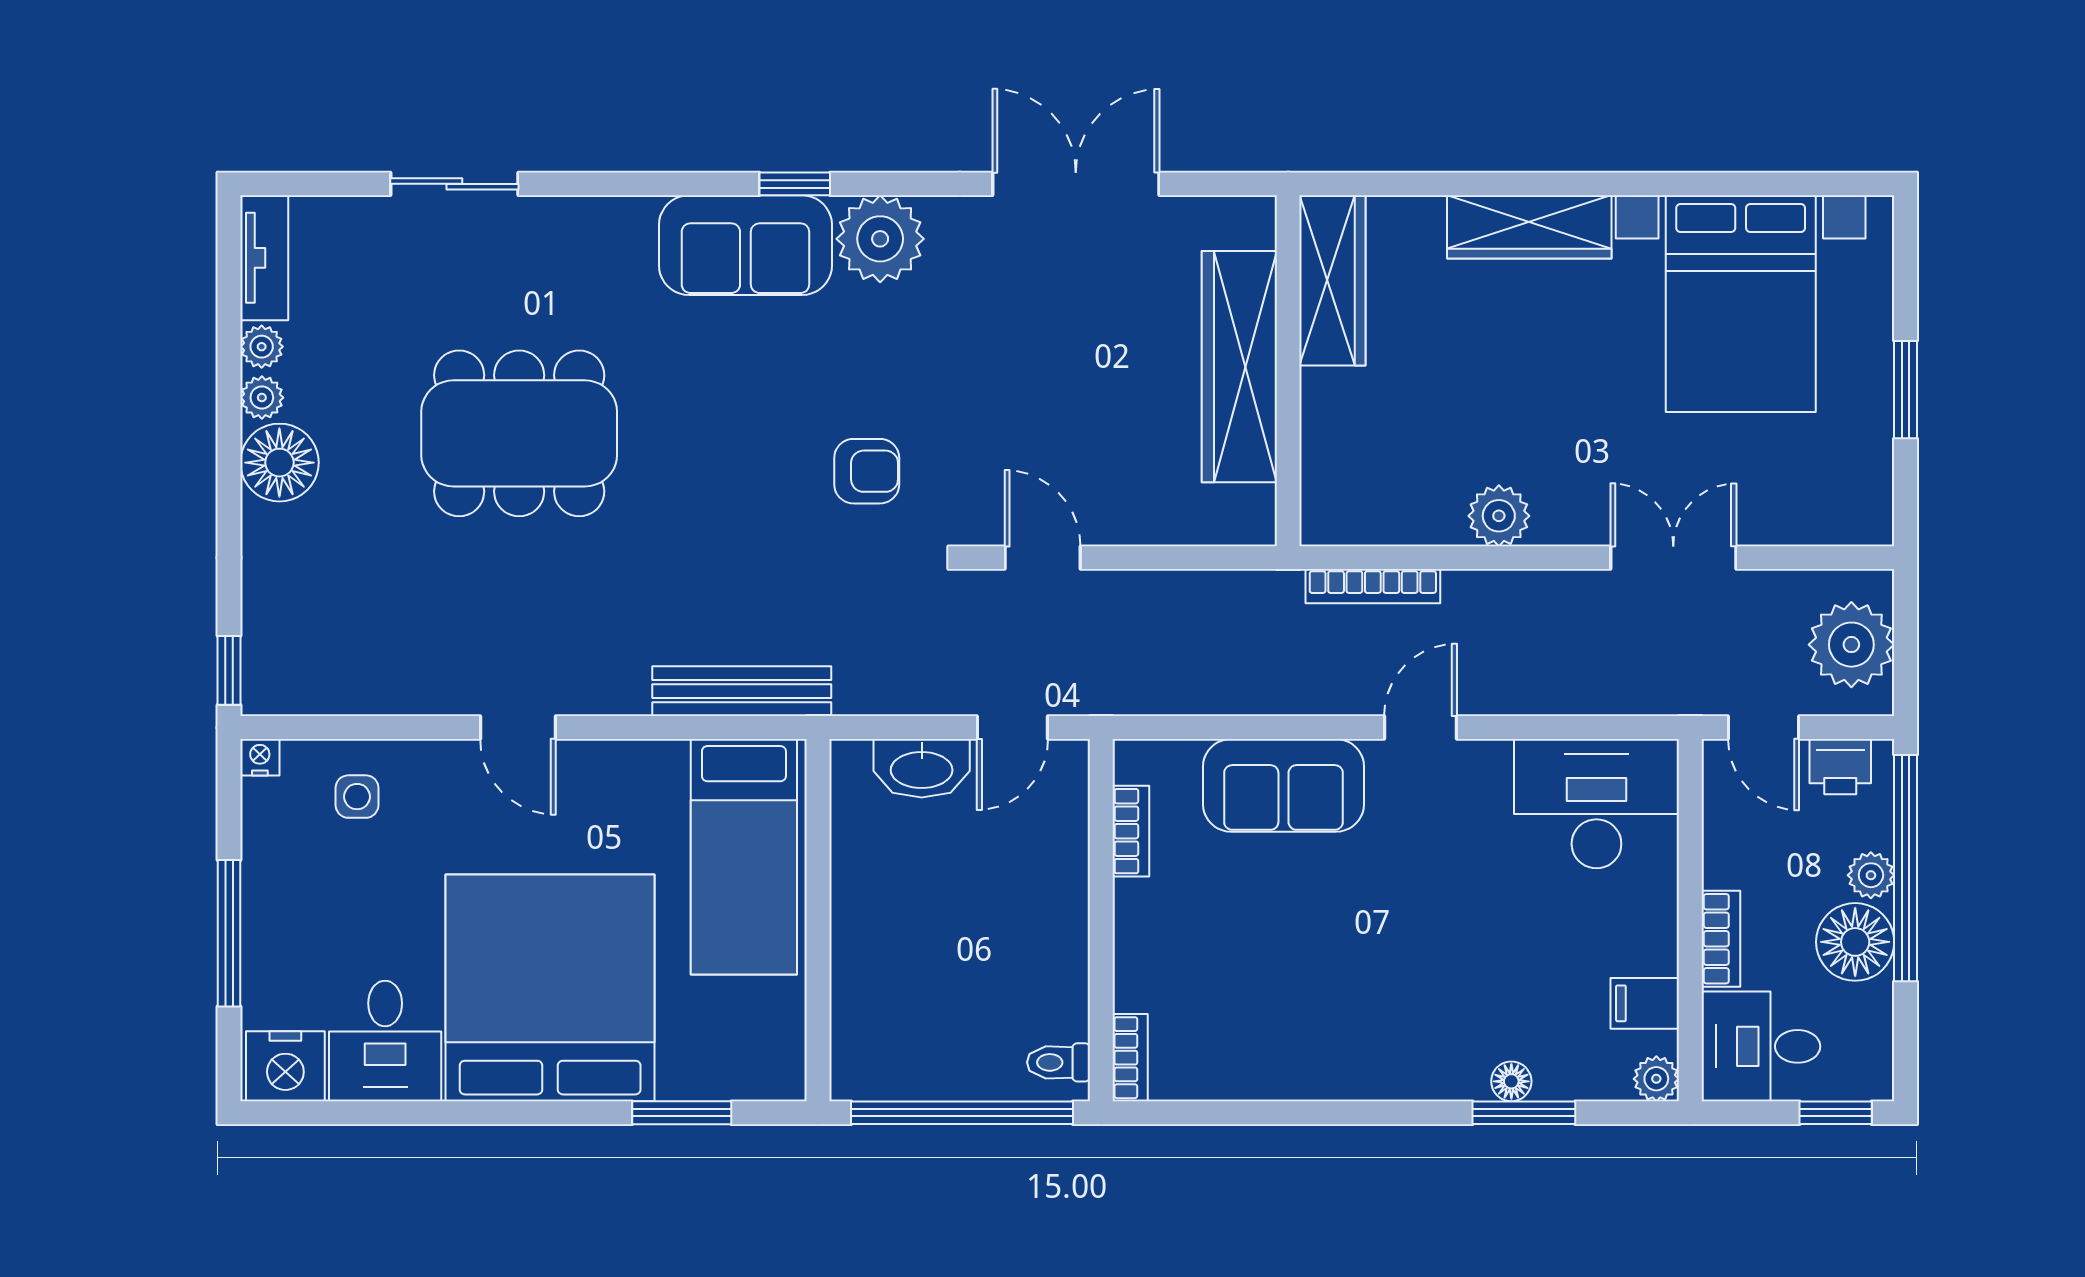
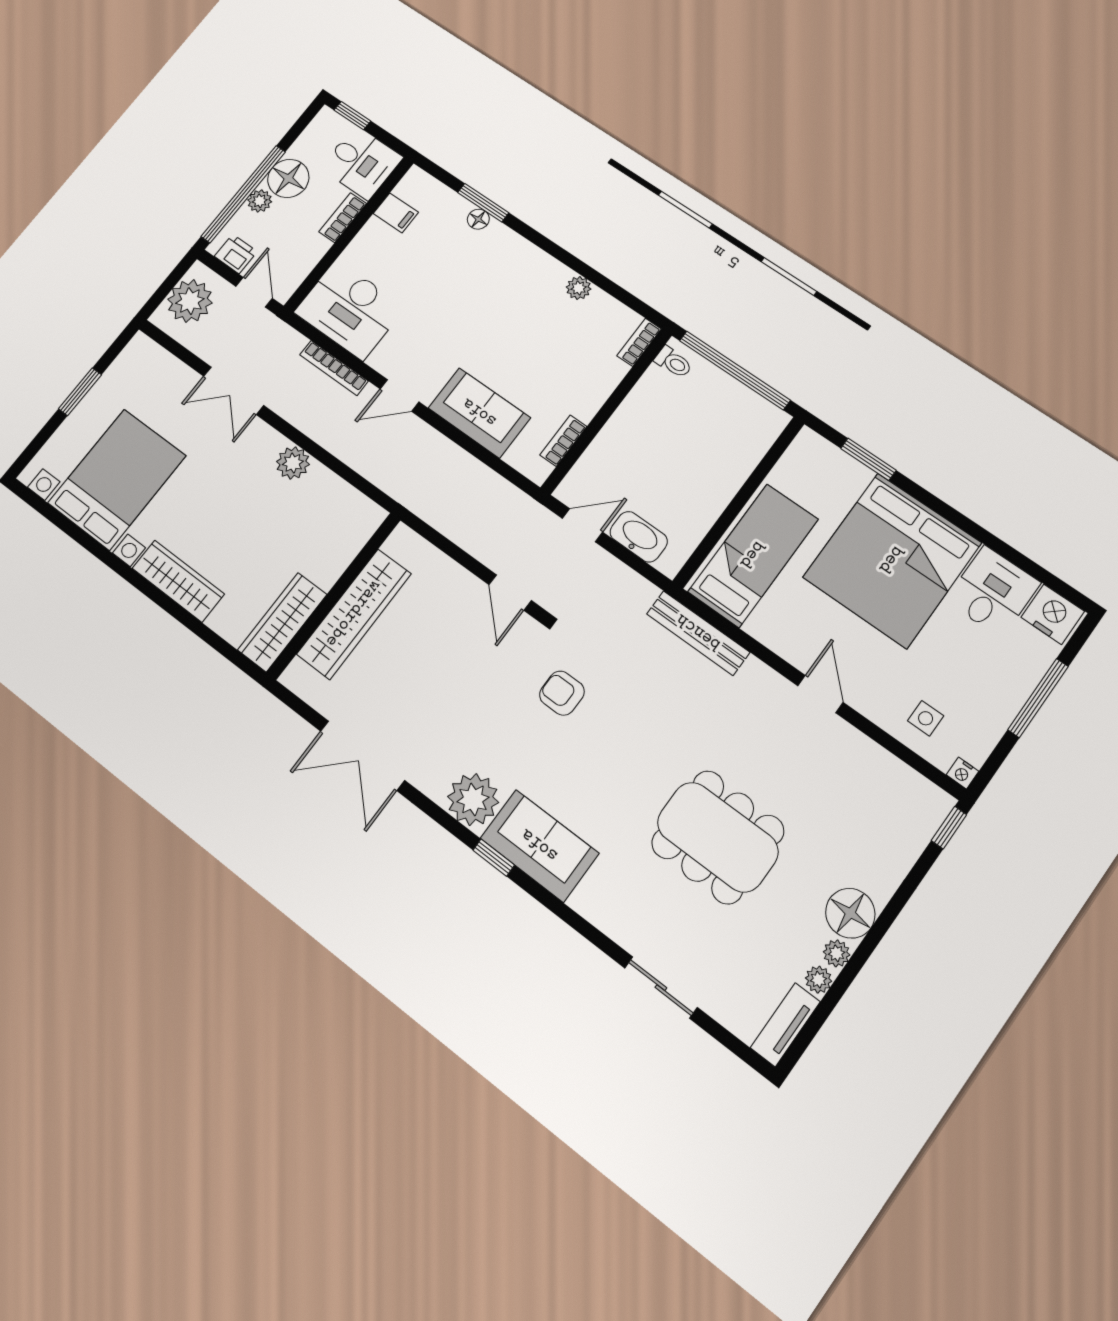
bookcase: (1373, 586) -> (334, 368), moved, turned 180
plant: (1656, 1079) -> (579, 288), moved

